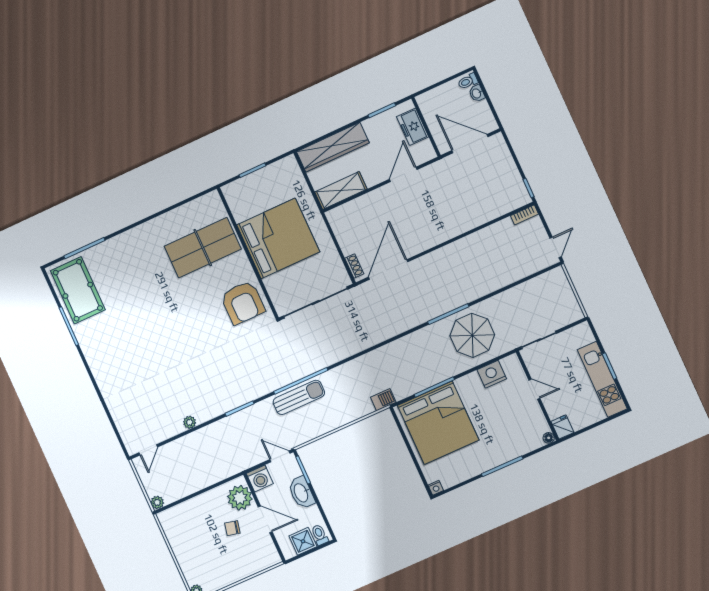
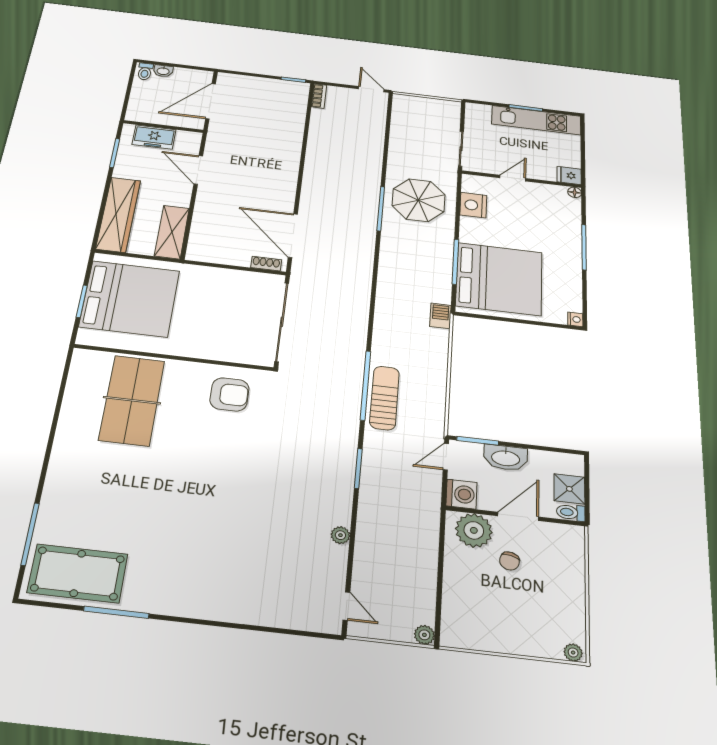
bed: (278, 238) -> (130, 299), moved, turned 90
armchair: (243, 303) -> (229, 394), width x0.73, depth x0.73
toilet: (320, 535) -> (571, 512), moved

